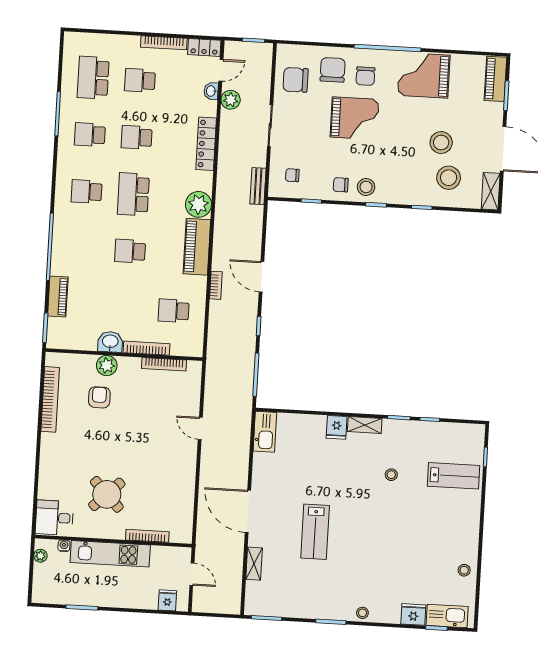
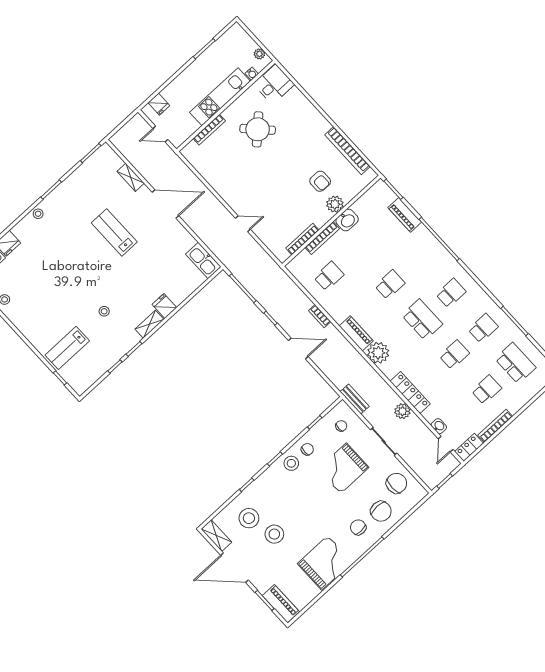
plant: (231, 100) -> (402, 411), moved
grand piano: (355, 118) -> (343, 468), moved
piano: (197, 247) -> (356, 333), width x0.73, depth x0.75

